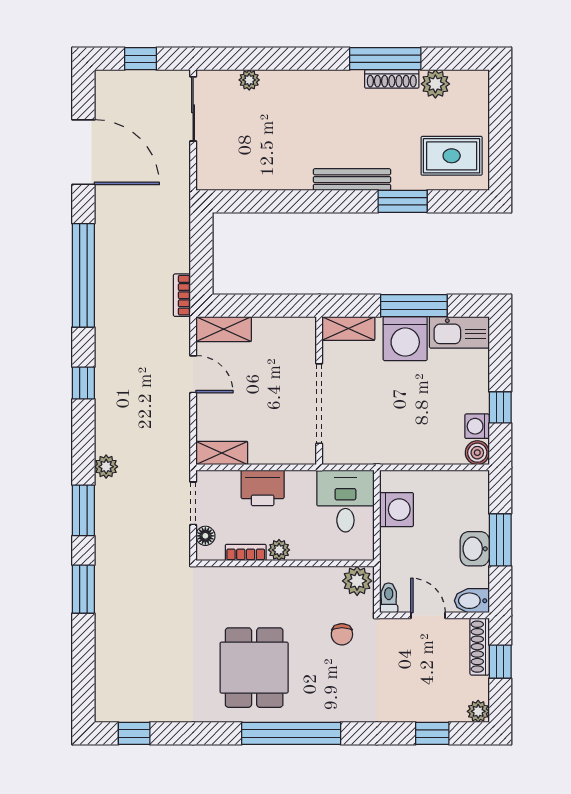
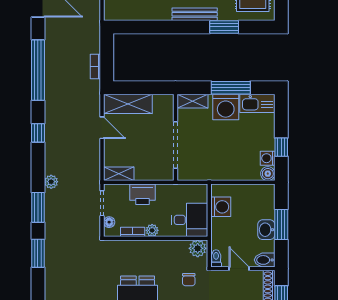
bookcase: (182, 295) -> (95, 67), moved
shelving: (224, 329) -> (128, 104), width x1.50, depth x1.33
desk: (345, 501) -> (190, 220), moved, turned 90

